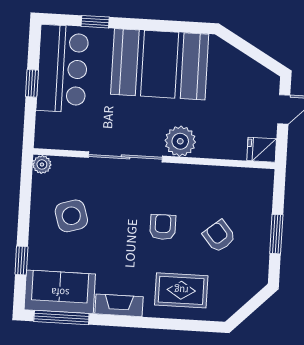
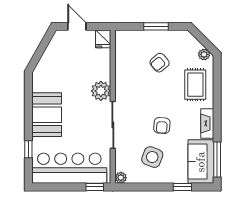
booth: (160, 64) -> (47, 115), width x0.73, depth x0.70
bar counter: (62, 69) -> (69, 168), width x1.36
window: (32, 83) -> (95, 187), moved
side table: (71, 216) -> (152, 157), turned 38
armchair: (163, 227) -> (162, 126), moved, turned -86
plant: (228, 307) -> (204, 54), added

